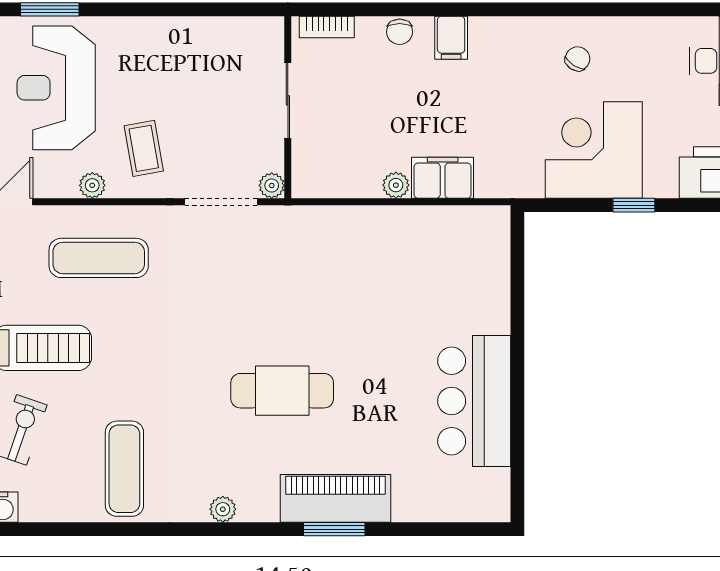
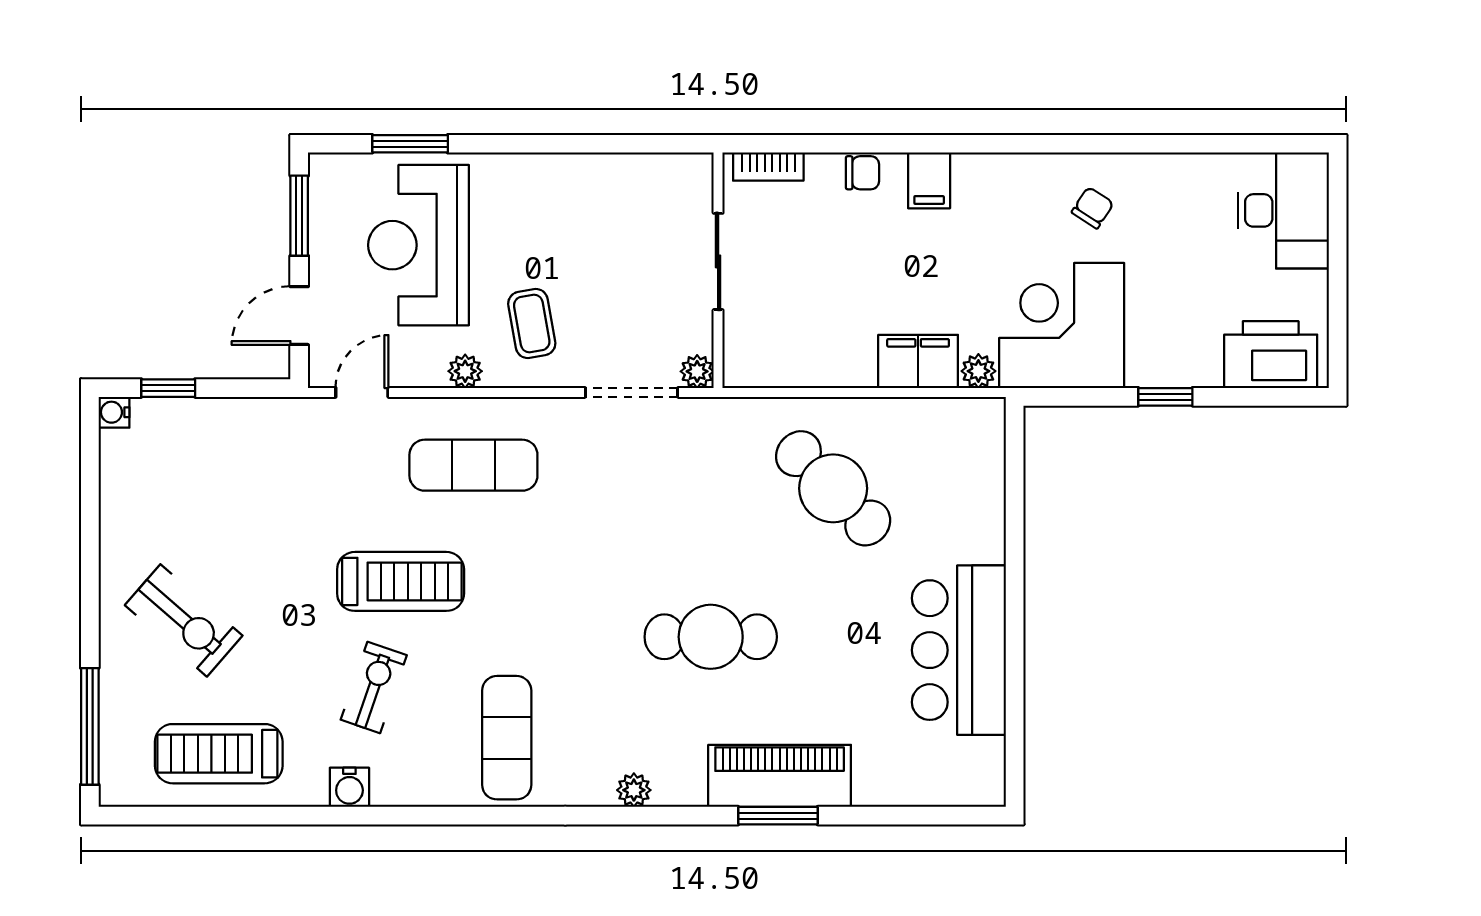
chair: (400, 32) -> (862, 173), turned -90
corner desk: (594, 150) -> (1062, 325), moved
plant: (396, 185) -> (978, 371), moved
cafe table: (377, 276) -> (833, 488), added

